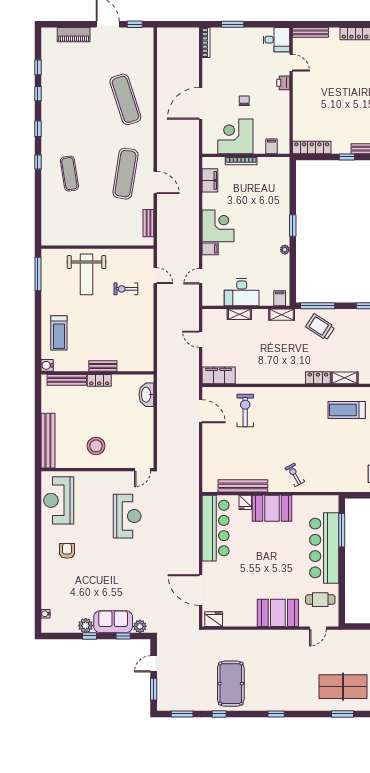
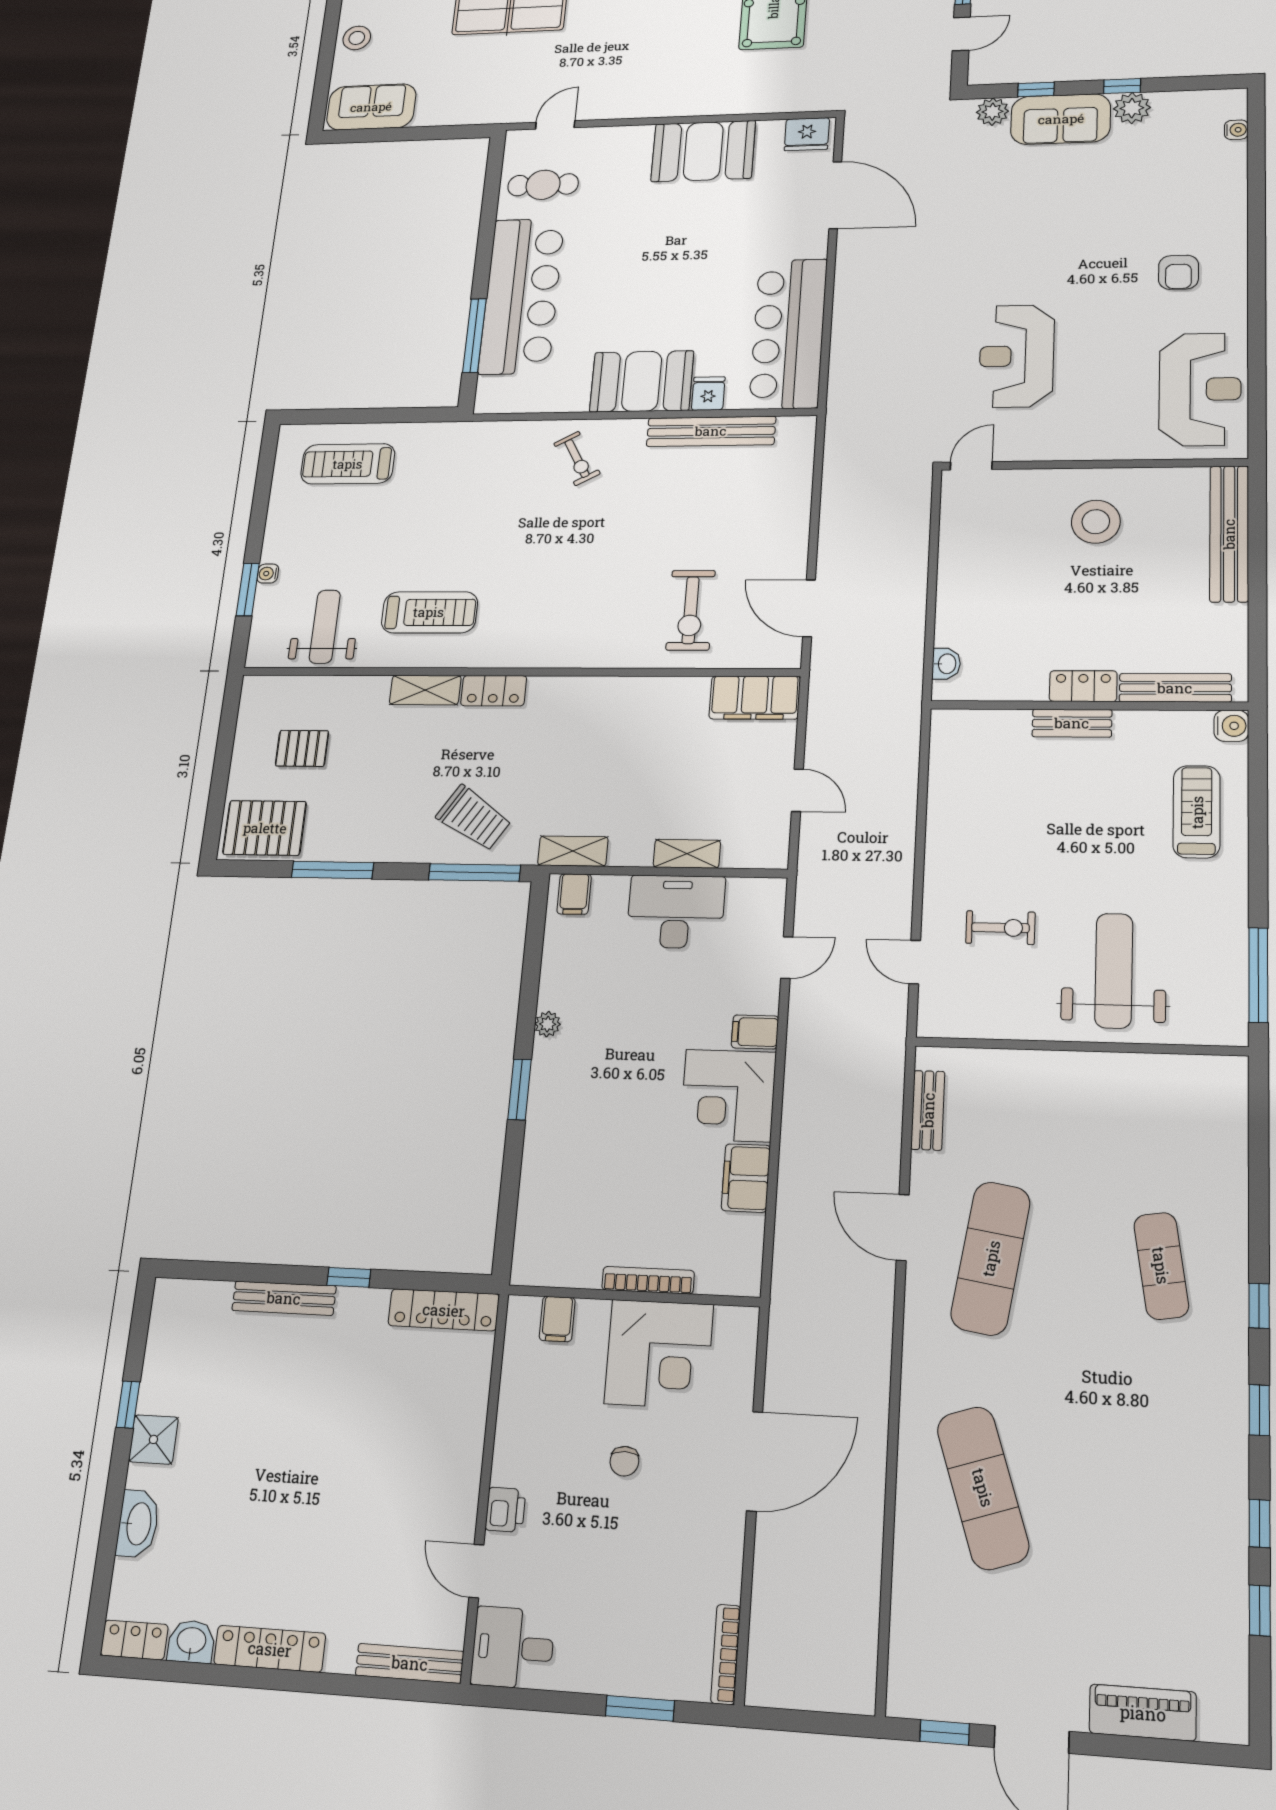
filing cabinet: (210, 180) -> (746, 1178), moved
washbasin: (146, 395) -> (946, 664), width x0.52, depth x0.69
booth: (278, 613) -> (703, 151), moved

